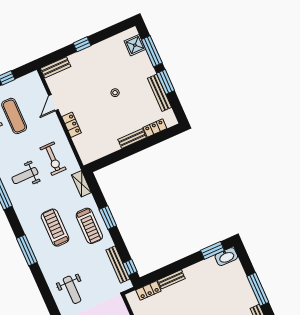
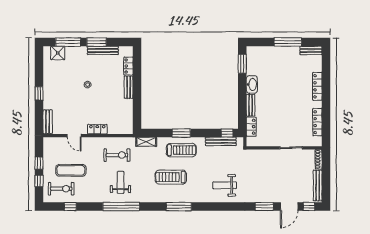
weight bench: (25, 176) -> (121, 182), turned 180
washbasin: (226, 257) -> (252, 84), moved
weight bench: (72, 290) -> (225, 185), turned 180

